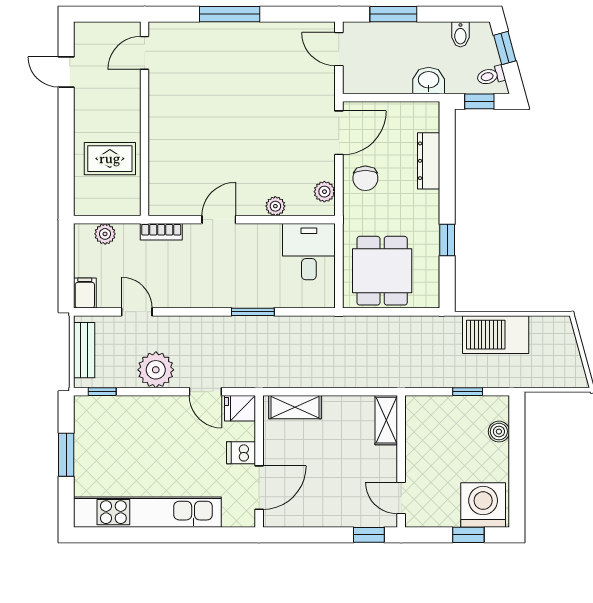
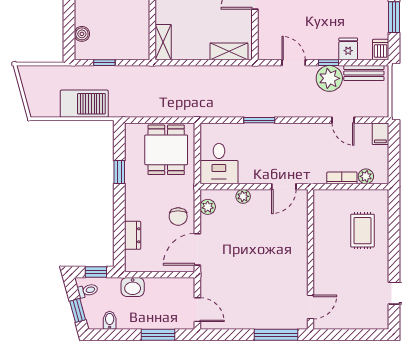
door: (145, 53) -> (311, 307), moved
wall: (145, 119) -> (311, 259), moved
rug: (110, 159) -> (362, 231), turned 90
dresser: (429, 161) -> (133, 235), width x0.70
chair: (365, 178) -> (178, 216), turned 180
bookcase: (161, 232) -> (342, 178), moved
bench: (84, 350) -> (364, 73), moved, turned 90
window: (102, 392) -> (328, 63), moved
fridge: (240, 408) -> (348, 49), moved, turned -90
dishwasher: (241, 453) -> (381, 50), moved, turned -90

